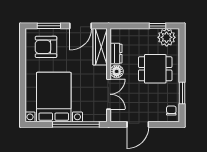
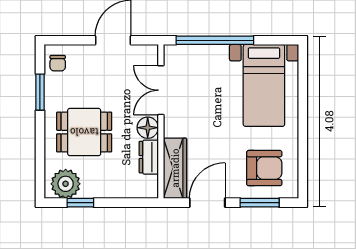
bed with nightstands: (54, 97) -> (264, 85), width x0.73

